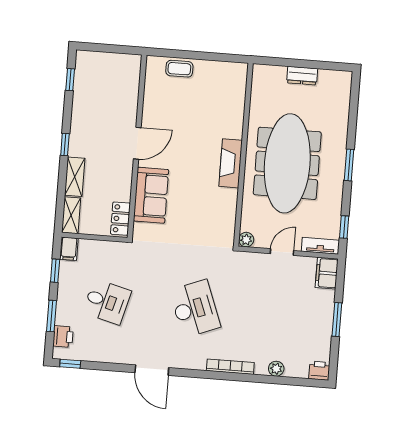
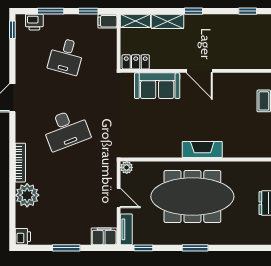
fireplace: (231, 163) -> (202, 150), moved
plant: (276, 369) -> (27, 195), width x1.87, depth x1.87

